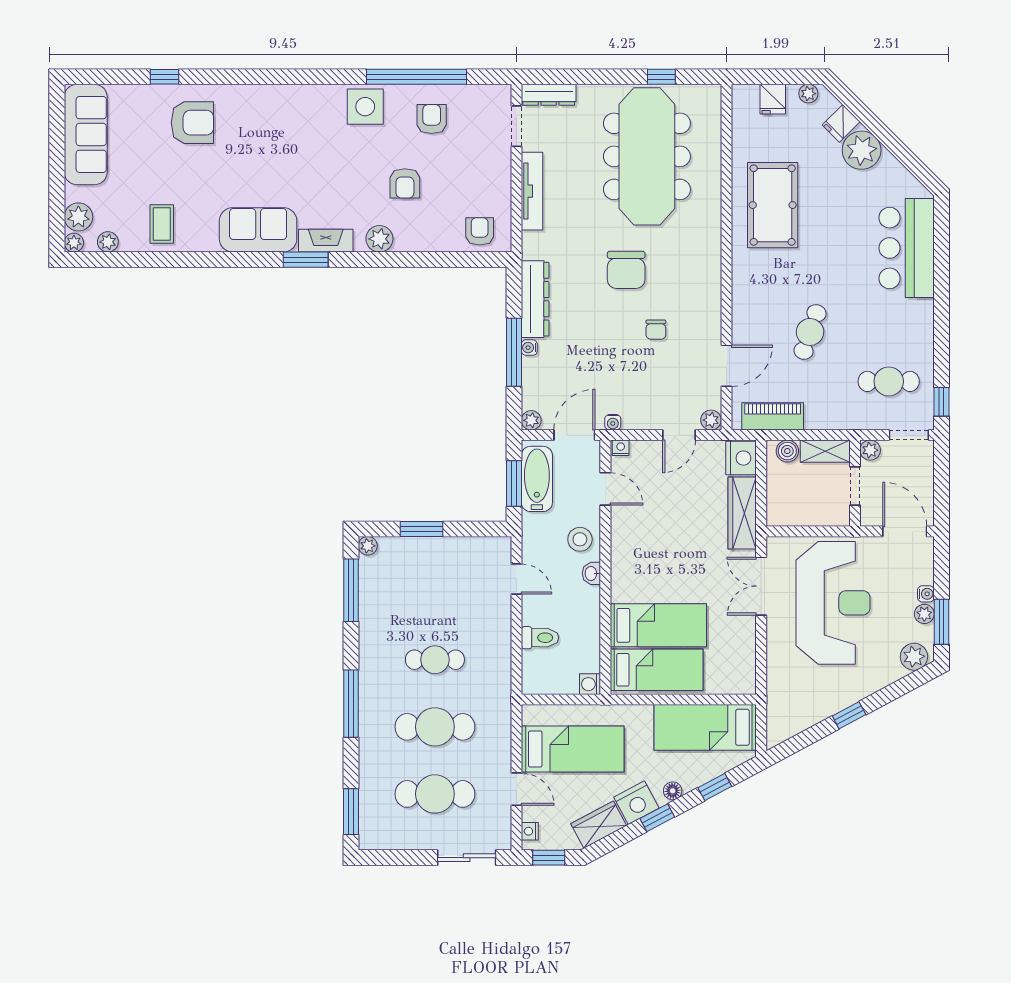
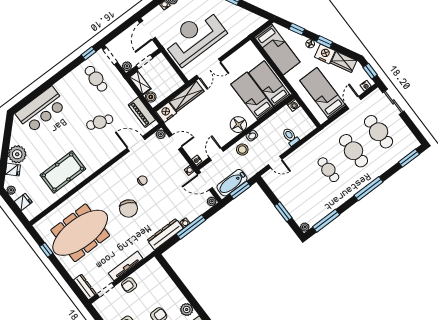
armchair: (480, 231) -> (129, 285), moved
chair: (626, 270) -> (128, 208), turned 117
floor lamp: (628, 565) -> (238, 125), added
door: (516, 579) -> (275, 162), swing flipped

